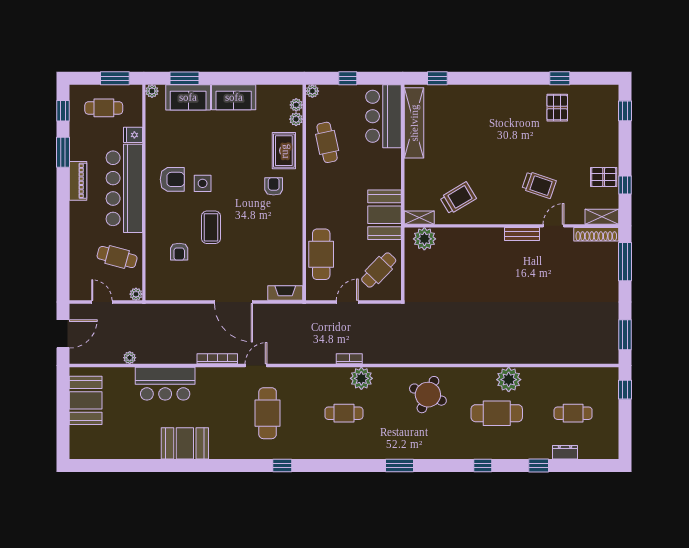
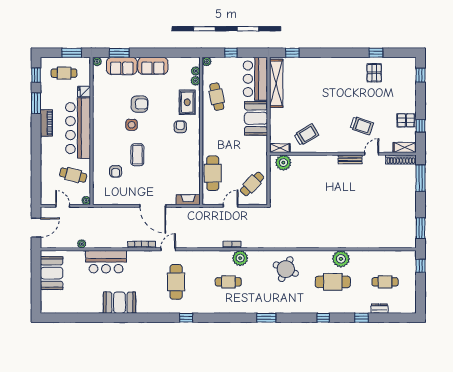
armchair: (172, 179) -> (140, 104), moved
booth: (384, 215) -> (256, 118), moved

